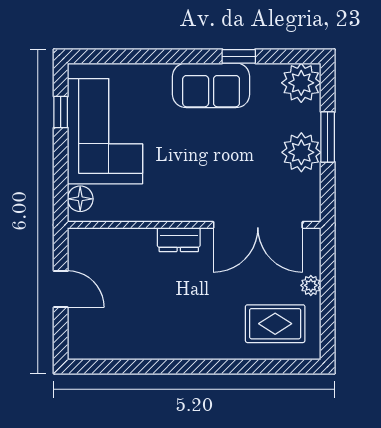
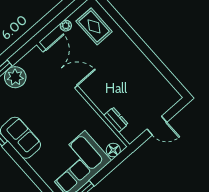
dresser: (179, 240) -> (116, 120), moved
door: (61, 289) -> (157, 126), swing flipped

